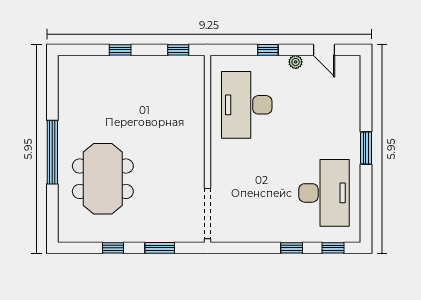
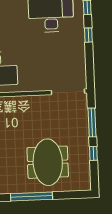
meeting table: (103, 179) -> (48, 162), turned 90
window: (160, 248) -> (92, 123), width x1.44

